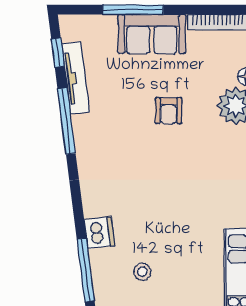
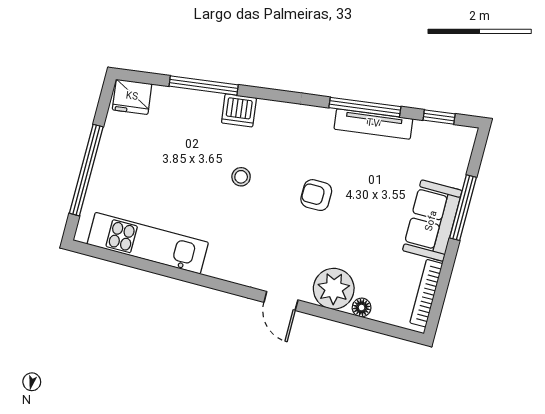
tv unit: (76, 78) -> (373, 124), moved
armchair: (169, 111) -> (316, 195), moved
stool: (142, 272) -> (241, 177), moved

